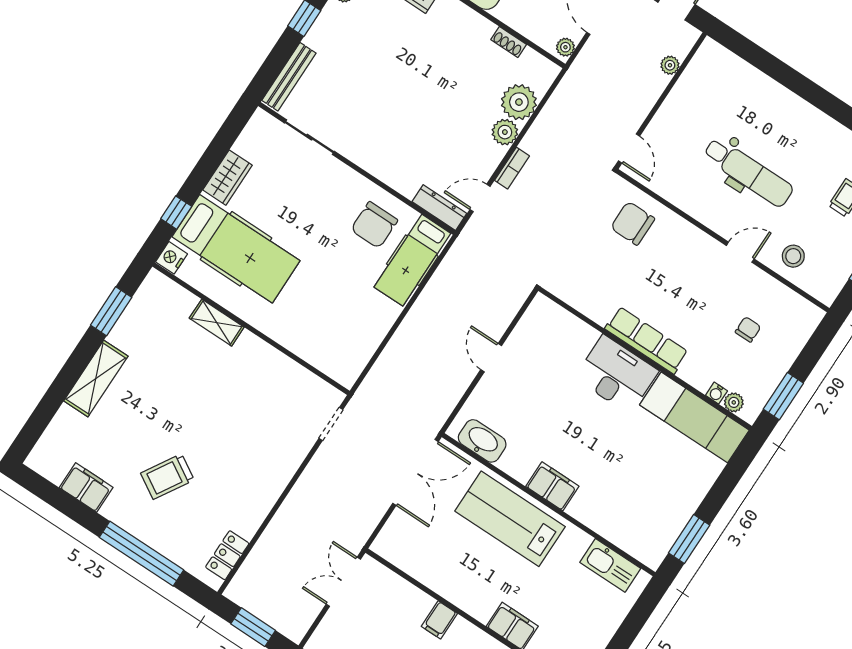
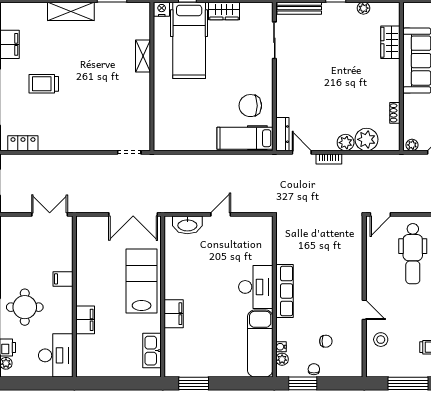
dental chair: (748, 172) -> (413, 254), moved
chair: (633, 223) -> (314, 369), moved, width x0.54, depth x0.54
washbasin: (482, 441) -> (187, 225), moved, turned 90
trolley: (167, 477) -> (44, 84), turned -31
filing cabinet: (552, 486) -> (174, 314), moved

